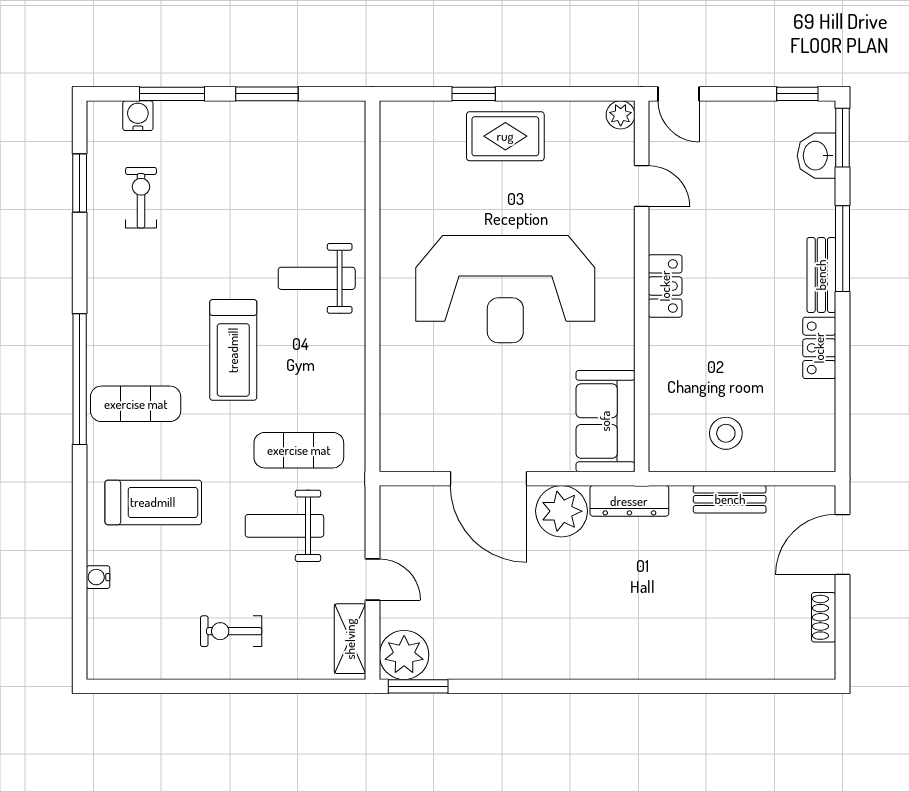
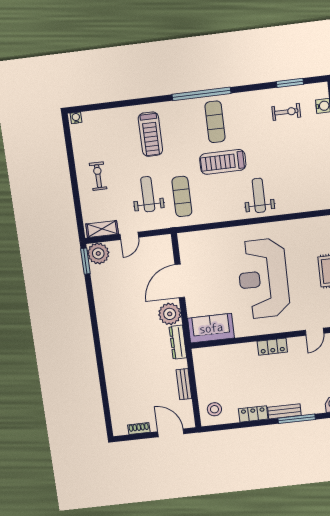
exercise mat: (136, 404) -> (215, 122), moved
stool: (726, 433) -> (214, 409), moved
water cooler: (98, 577) -> (76, 118), moved

